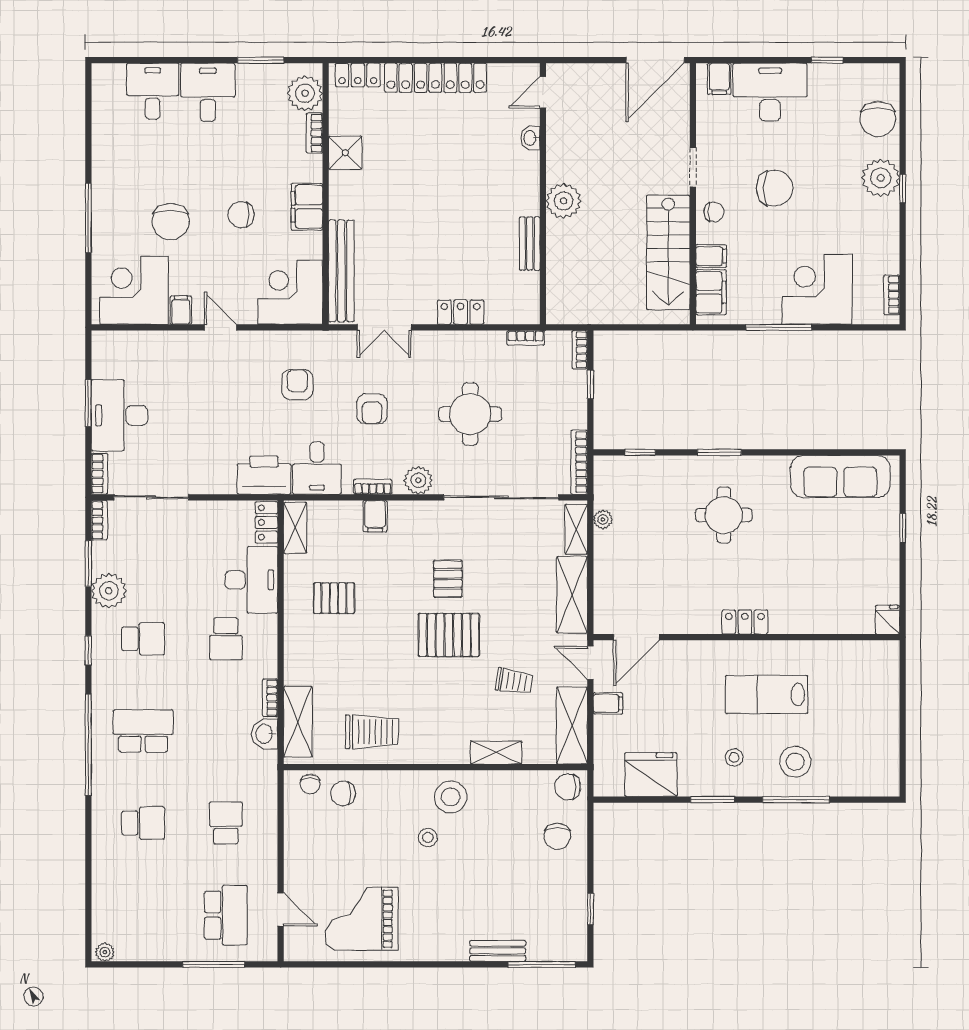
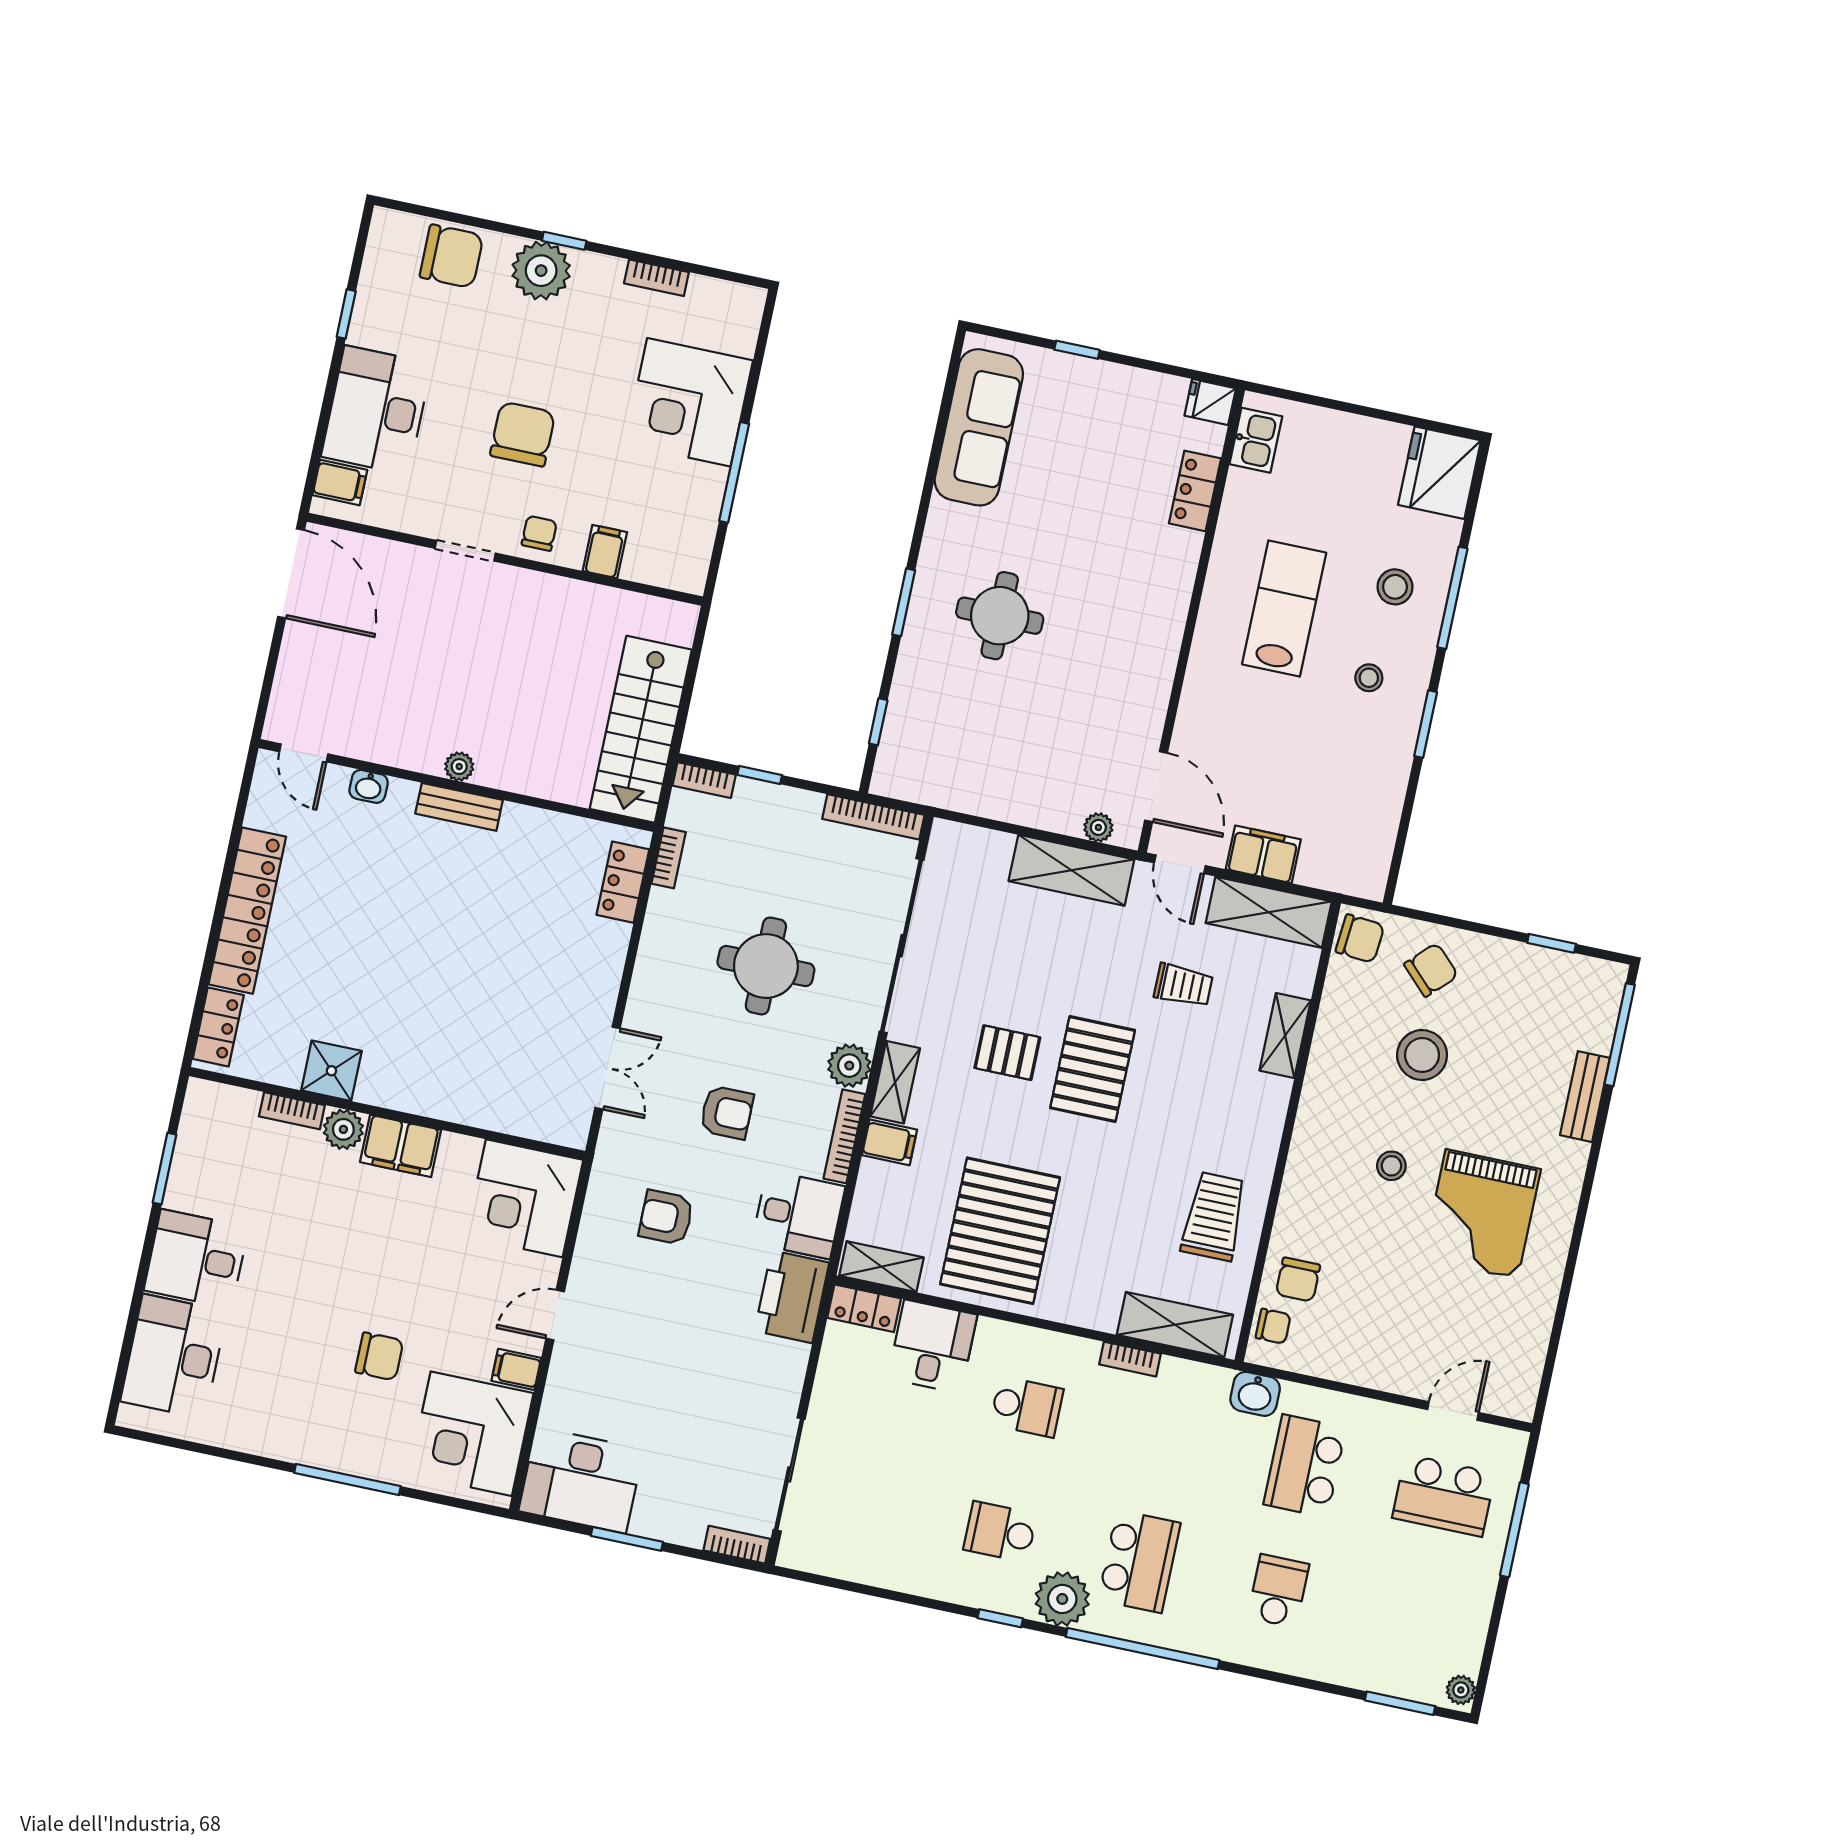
desk: (153, 91) -> (174, 1356), width x1.37
plant: (305, 93) -> (343, 1129), moved, width x0.73, depth x0.73
plant: (563, 201) -> (459, 767), width x0.53, depth x0.53
chair: (241, 215) -> (391, 1248), removed
chair: (171, 222) -> (379, 1356), width x0.73, depth x0.73
bench: (530, 244) -> (459, 807), moved
stairs: (668, 252) -> (641, 729), moved, turned 90
bench: (341, 271) -> (509, 1115), removed
filing cabinet: (711, 292) -> (659, 563), removed
bookcase: (892, 295) -> (656, 278), moved
locker: (461, 312) -> (623, 882), moved
desk: (119, 415) -> (581, 1480), moved
bookcase: (373, 487) -> (844, 1136), width x1.56
plant: (603, 519) -> (1098, 827), moved
bookcase: (99, 520) -> (807, 1560), removed
shelving: (576, 529) -> (895, 1082), moved, turned 90
window: (88, 564) -> (1400, 1703), moved
desk: (251, 580) -> (932, 1346), width x0.73
plant: (109, 591) -> (1062, 1599), moved
pallet: (334, 598) -> (1000, 1231), width x2.05, depth x2.00
locker: (745, 622) -> (1195, 491), moved
school desk: (143, 639) -> (1000, 1532), turned -90
kitchen sink: (870, 654) -> (1256, 440), added
door: (590, 663) -> (1180, 864), hinge flipped
trolley: (514, 681) -> (1183, 985), turned 81
lab bench: (767, 694) -> (1284, 609), turned 180
filing cabinet: (608, 703) -> (1263, 854), width x2.00
school desk: (143, 731) -> (1139, 1561), turned 180
washbasin: (265, 734) -> (1255, 1394), moved
stool: (795, 762) -> (1395, 587), width x0.73, depth x0.73
fridge: (651, 775) -> (1439, 473), moved
chair: (568, 787) -> (1360, 939), turned -85
stool: (451, 797) -> (1422, 1055), moved
school desk: (226, 823) -> (1305, 1466), width x1.85
chair: (557, 836) -> (1431, 970), turned -45
school desk: (226, 915) -> (1444, 1495), turned 180
grand piano: (361, 919) -> (1482, 1214), moved

